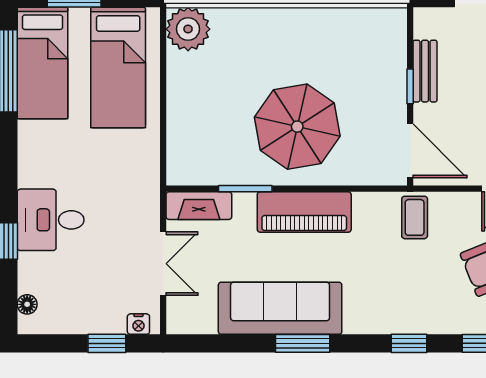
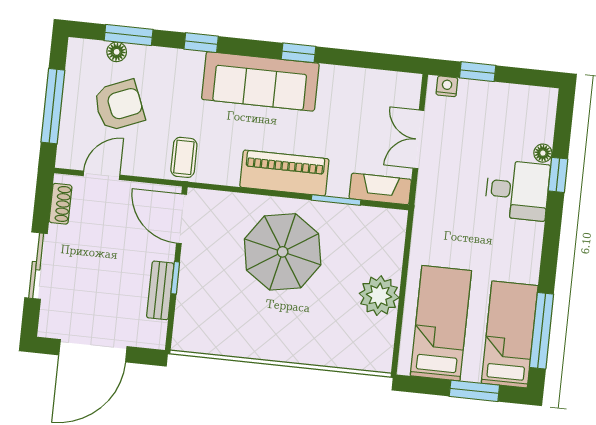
plant: (188, 29) -> (379, 296), moved
floor lamp: (27, 304) -> (543, 153), moved
sofa: (280, 308) -> (260, 81), moved
window: (303, 343) -> (299, 53), width x0.67

